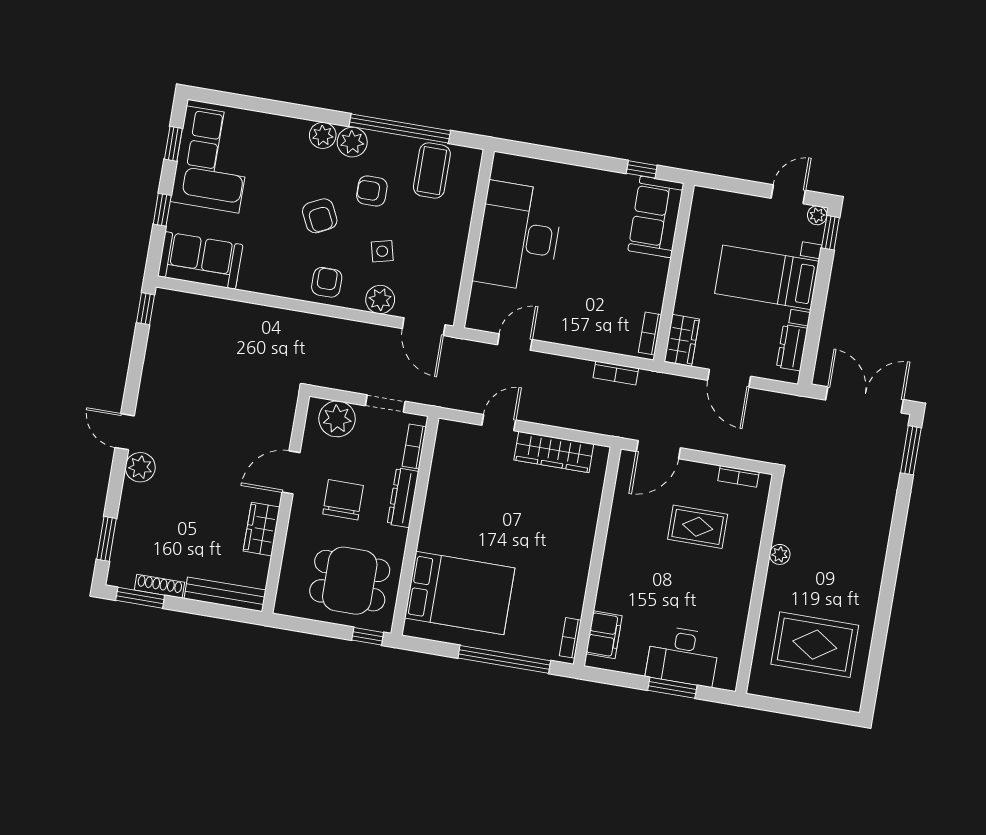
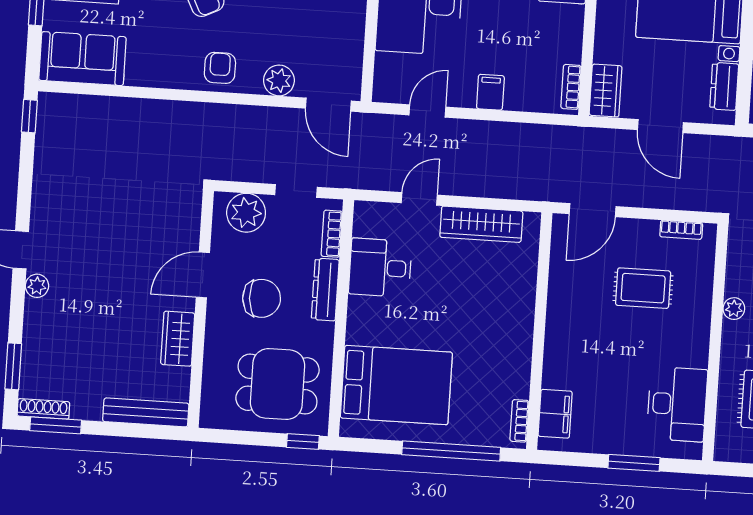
side table: (382, 251) -> (276, 29), removed
filing cabinet: (575, 331) -> (490, 92), added
bookcase: (616, 373) -> (539, 133), removed
plant: (140, 467) -> (37, 286), width x0.73, depth x0.73
desk: (456, 483) -> (380, 268), added
chair: (343, 500) -> (262, 298), turned 86
shoe rack: (159, 586) -> (43, 409), moved
desk: (683, 656) -> (677, 404), moved, turned -90

